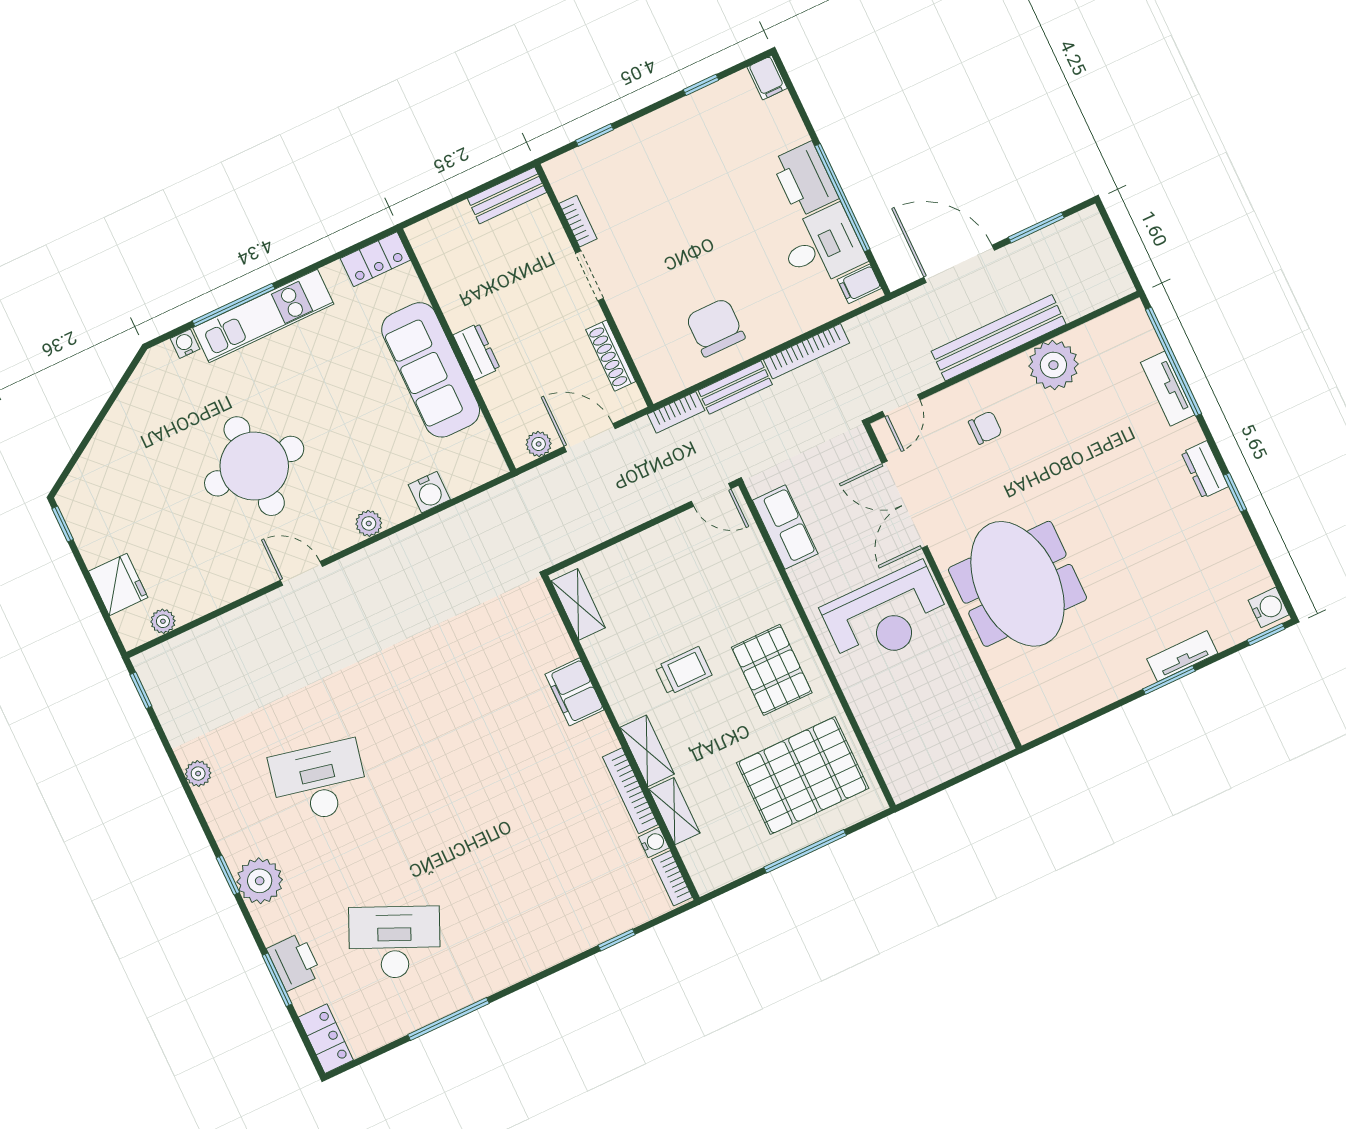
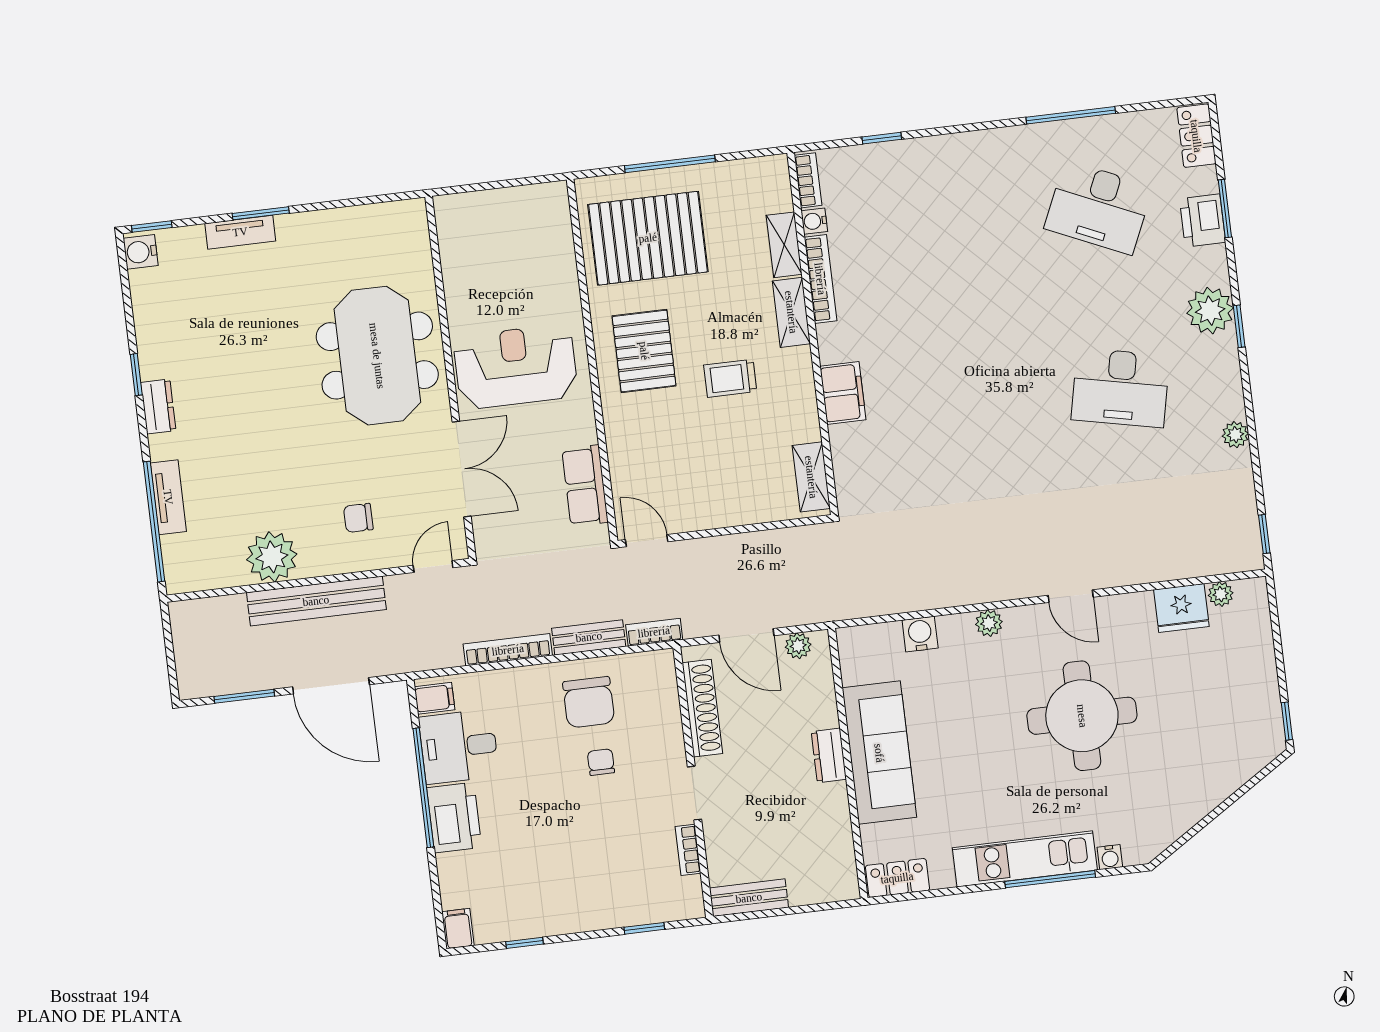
chair: (686, 276) -> (601, 762), added
shoe rack: (611, 356) -> (702, 708), width x1.36, depth x1.24
fridge: (118, 584) -> (1181, 608), moved, turned -90

